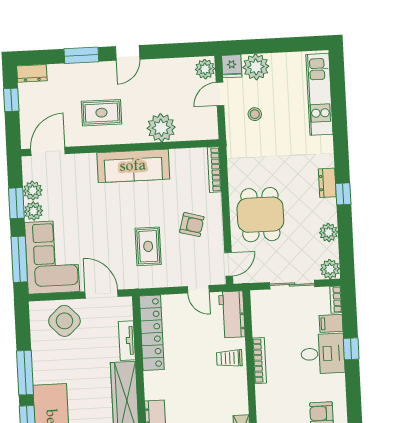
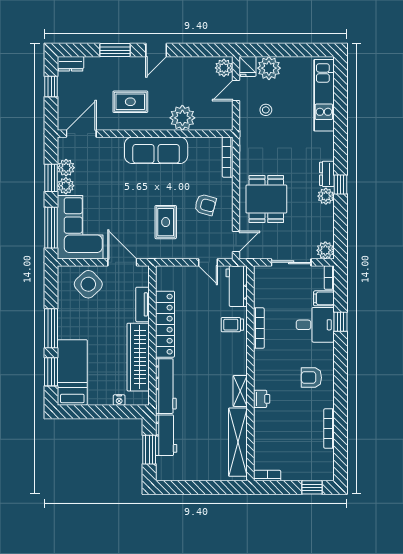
plant: (329, 232) -> (326, 196), moved
locker: (152, 333) -> (165, 324), moved

